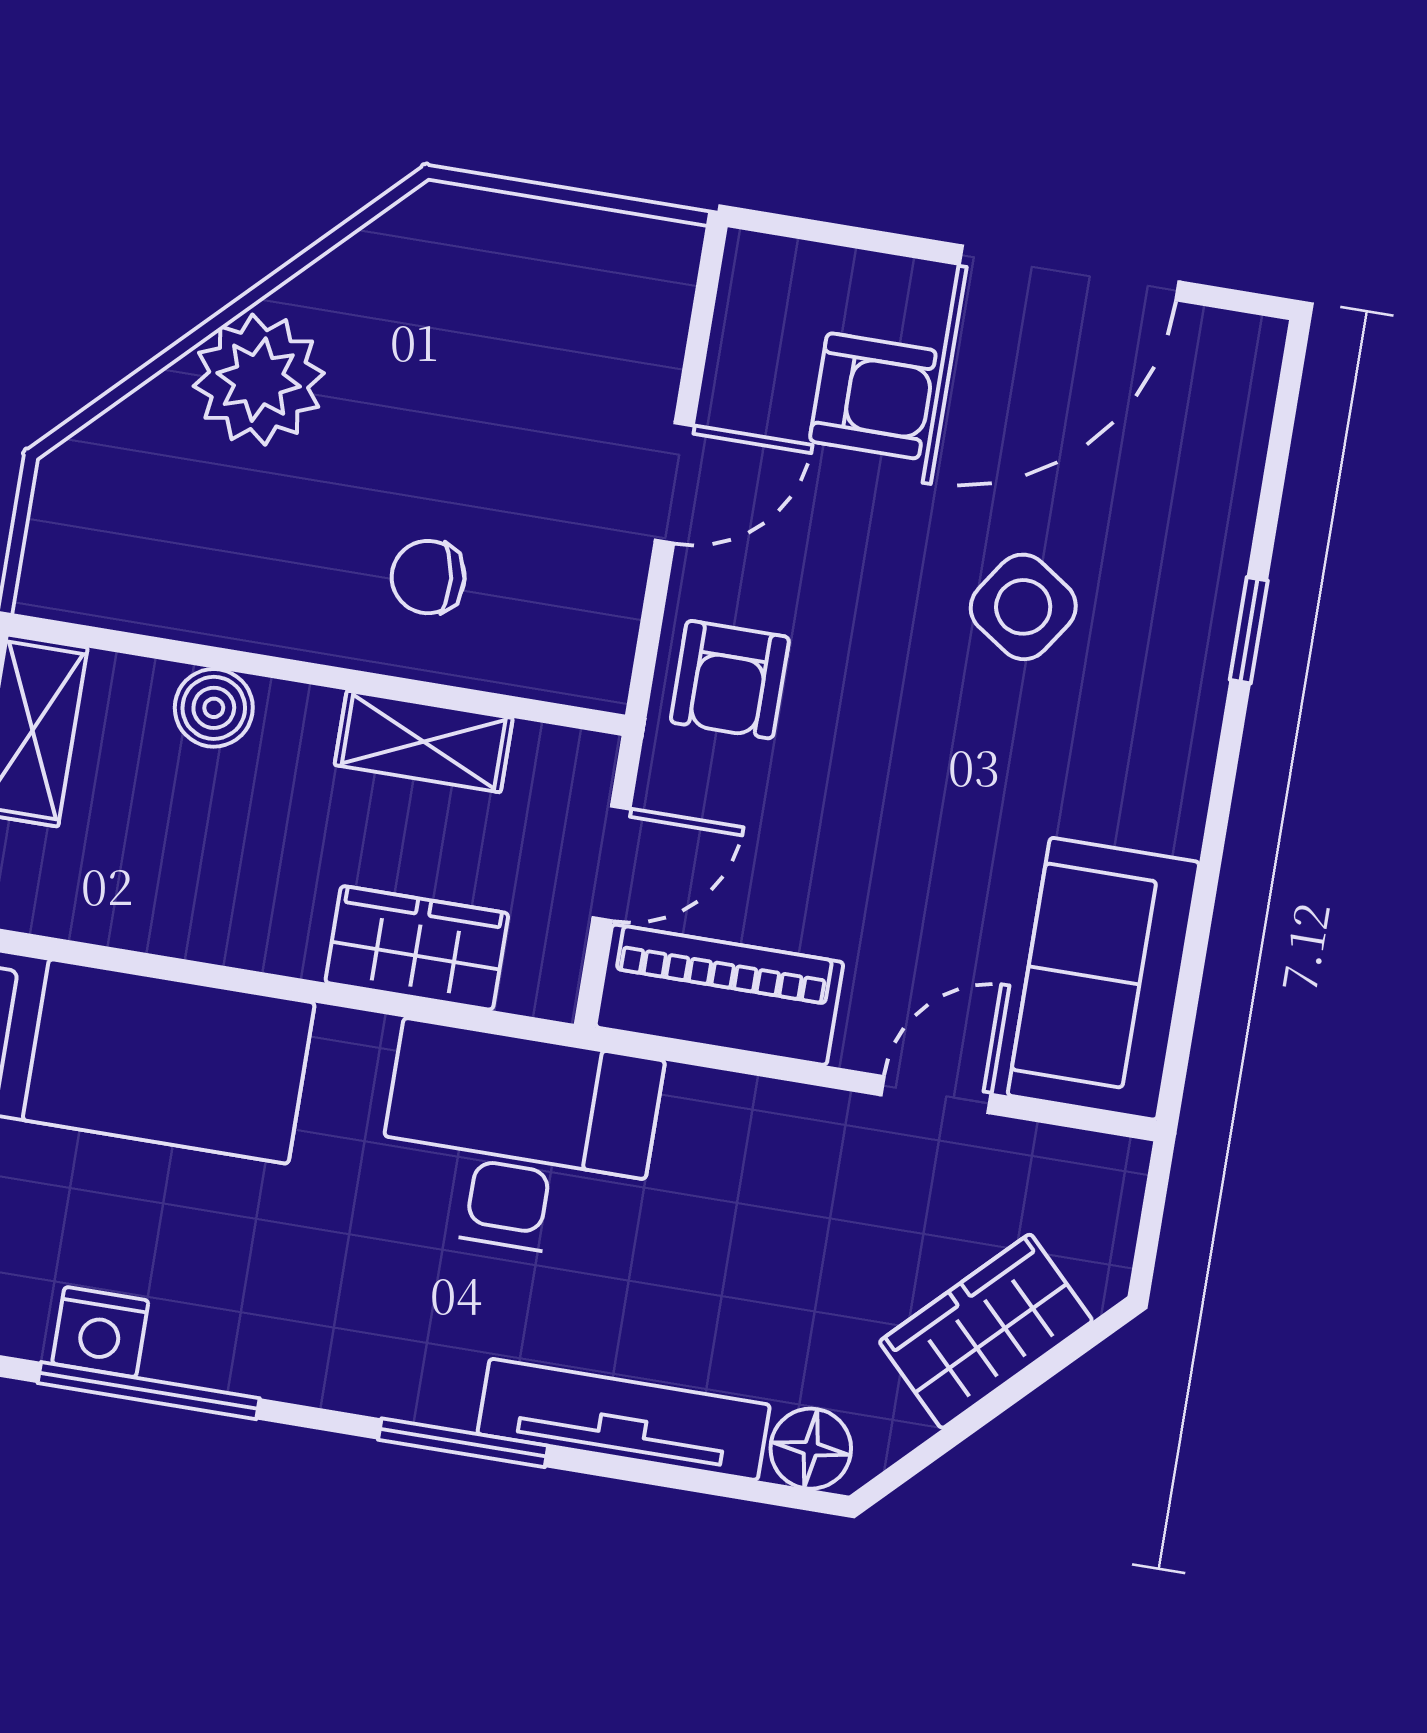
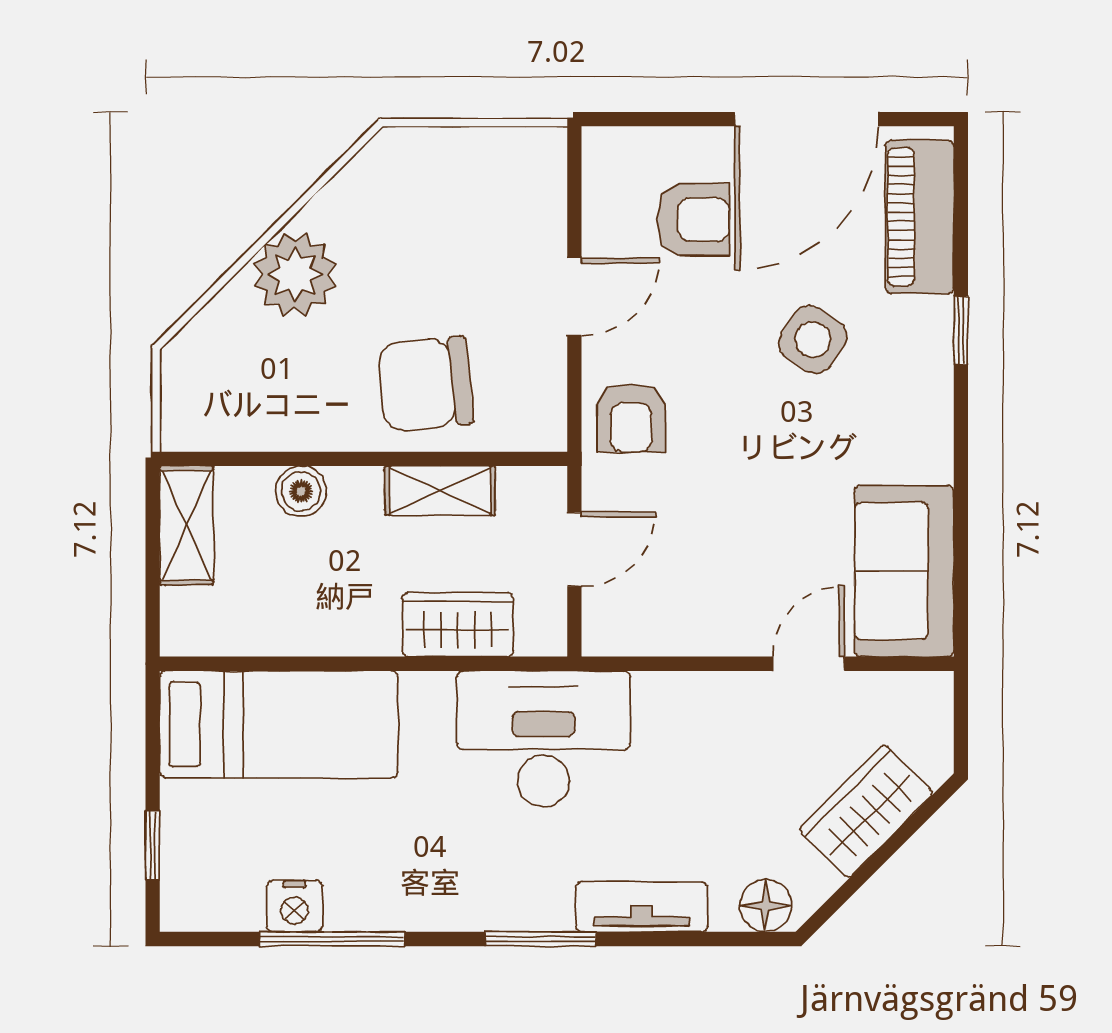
chair: (428, 577) -> (425, 384), width x1.87, depth x1.87
piano: (719, 995) -> (920, 217), moved, turned -90
tv unit: (624, 1419) -> (642, 907), width x0.71

